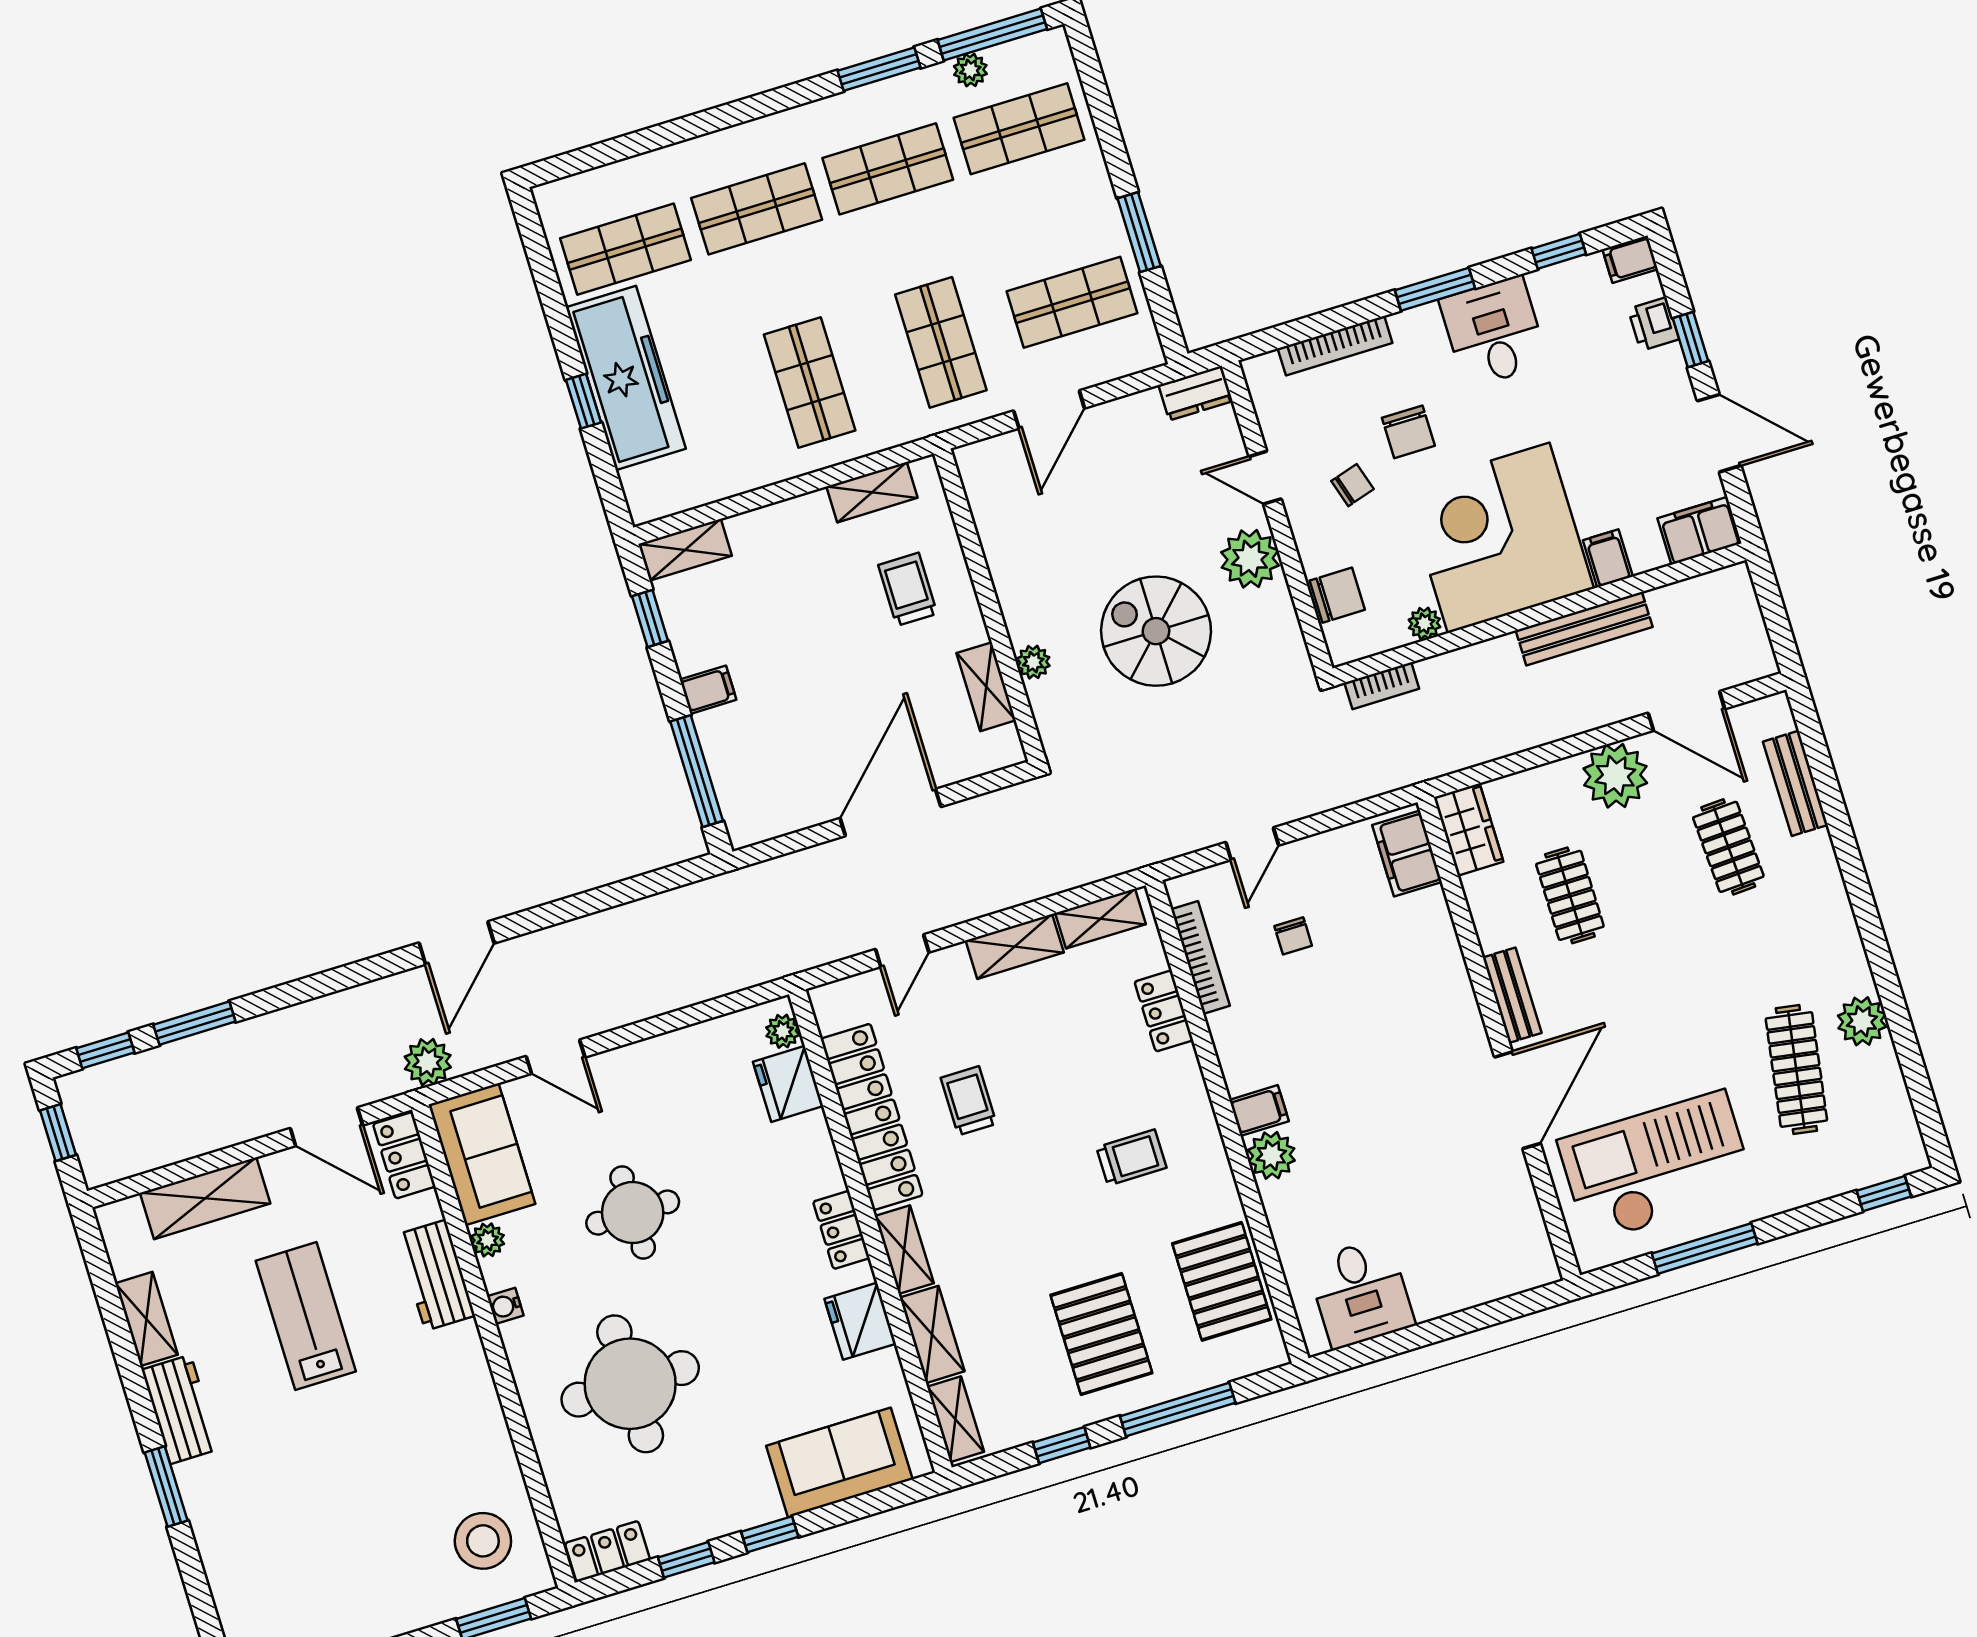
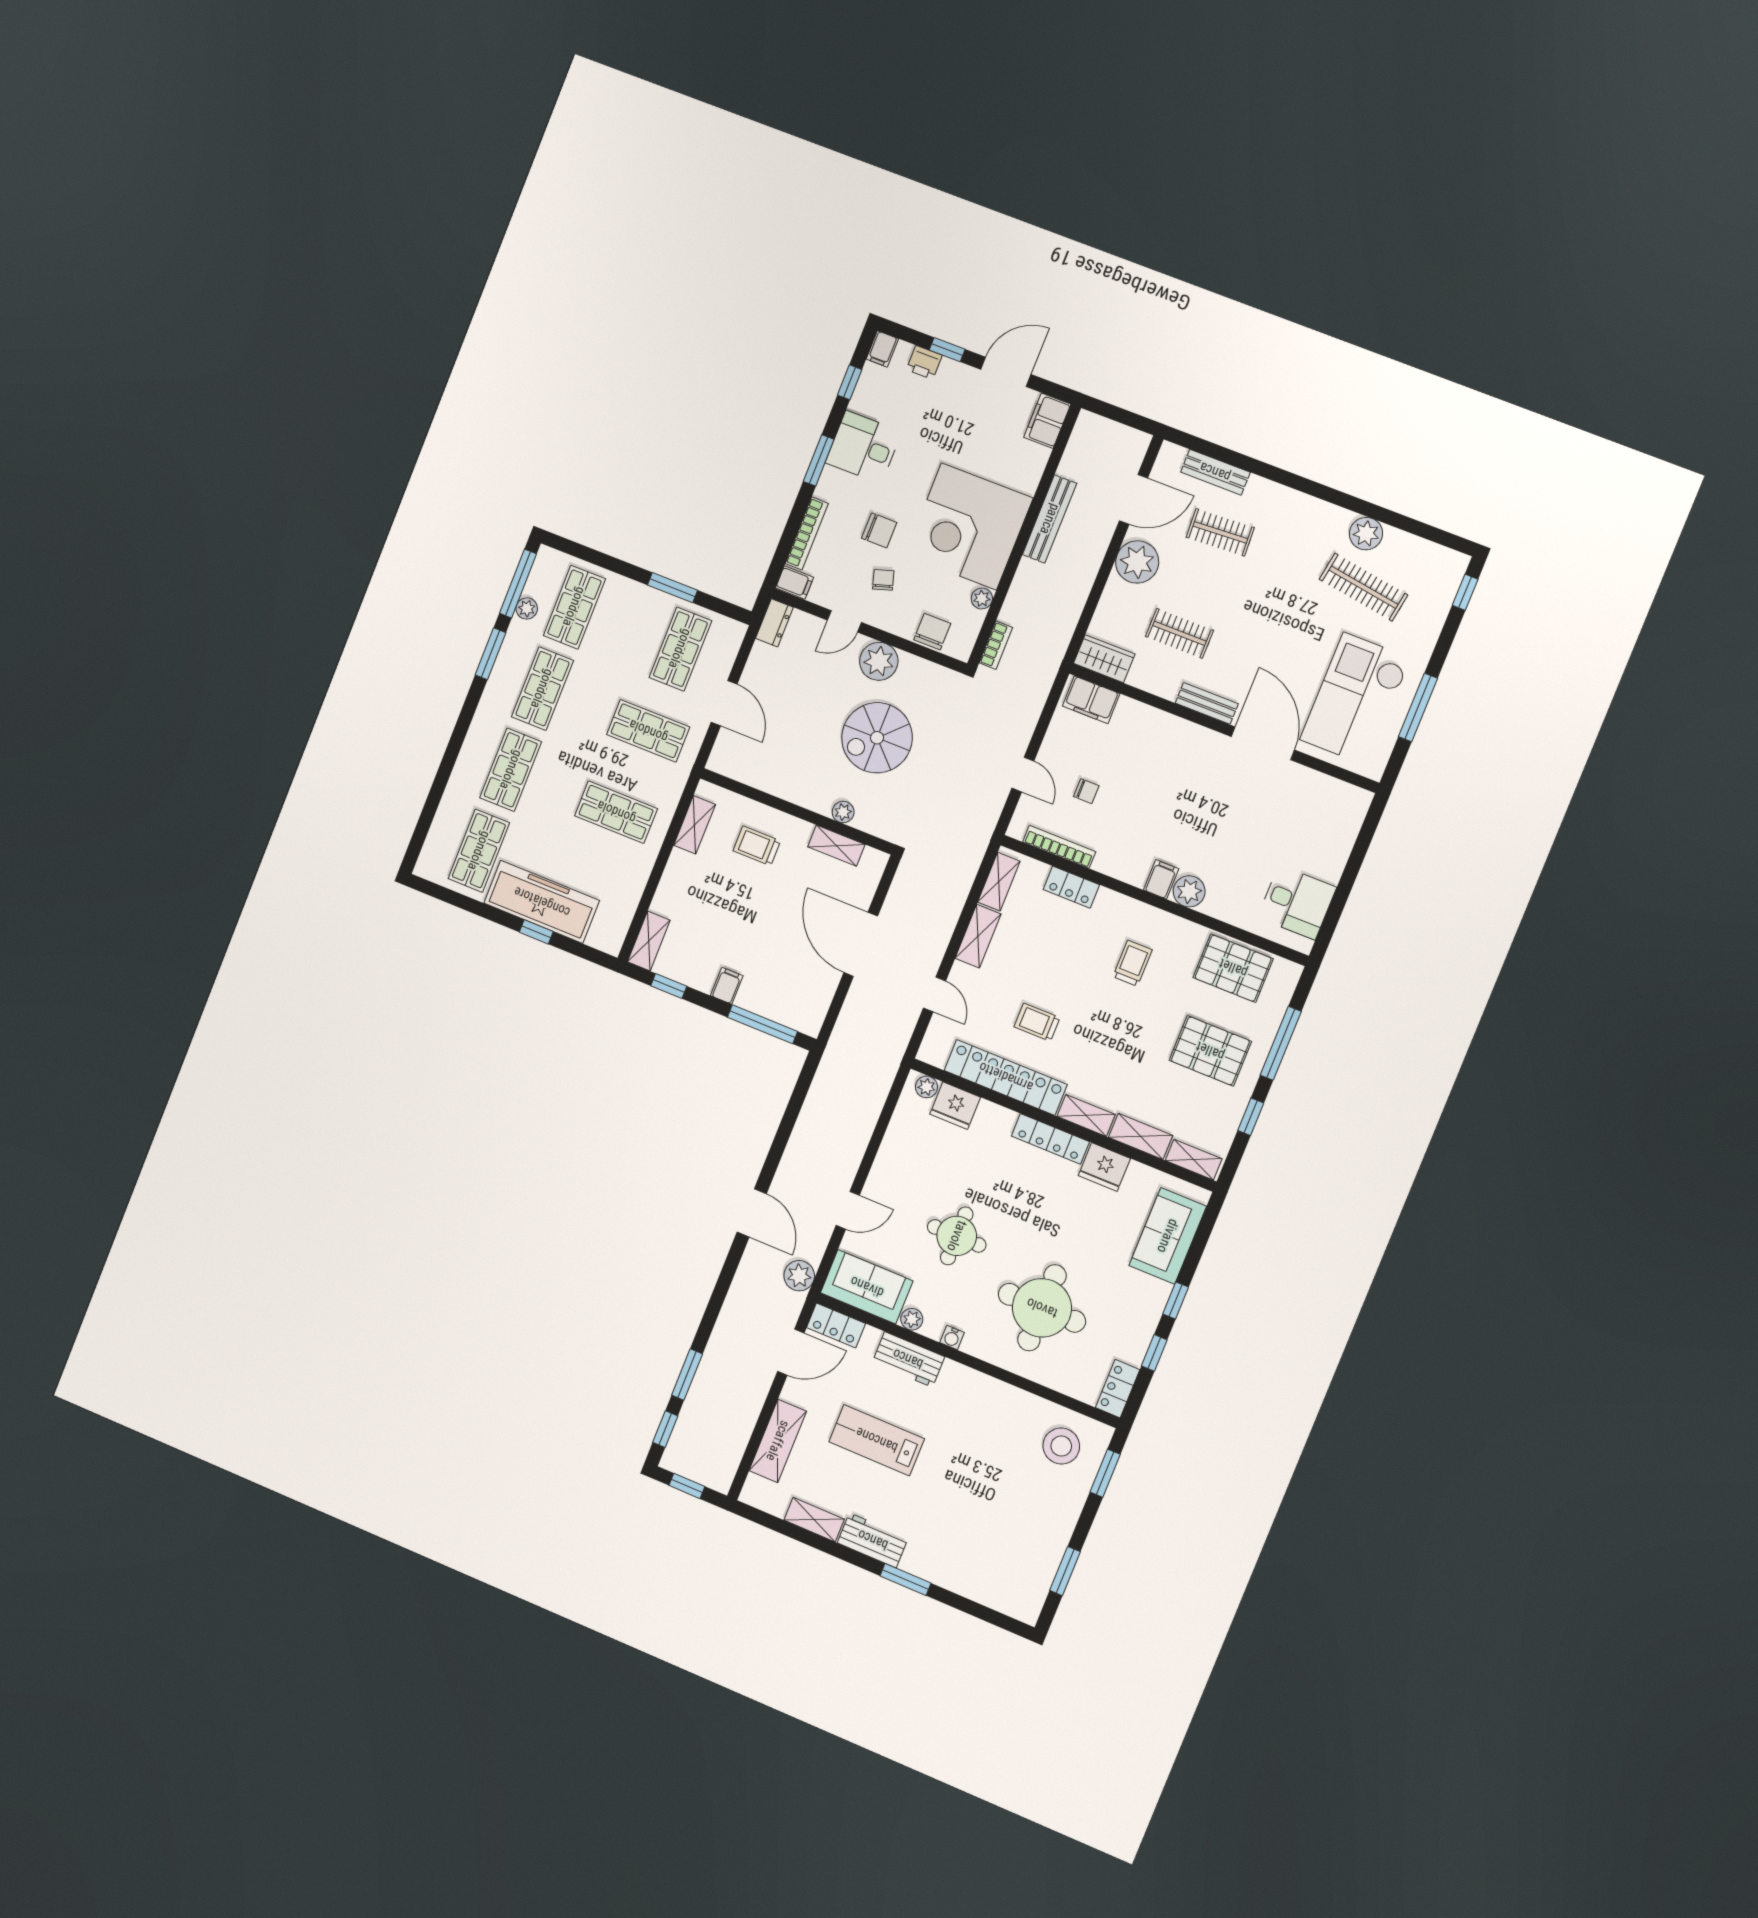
filing cabinet: (1608, 558) -> (795, 583), moved, turned 180
locker: (841, 1230) -> (1050, 1139), width x1.53

